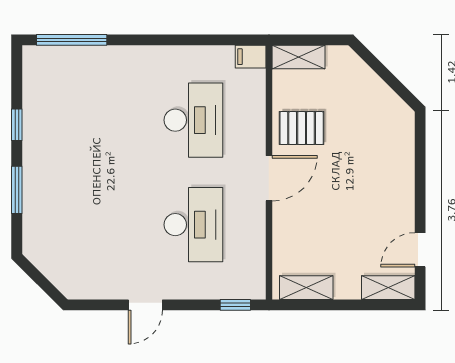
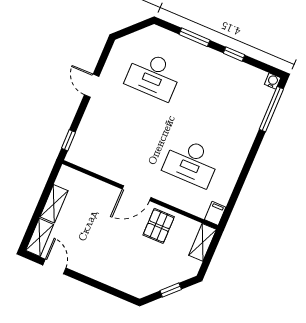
water cooler: (32, 55) -> (273, 81), added
window: (384, 73) -> (171, 290), added
door: (269, 178) -> (137, 193), hinge flipped
desk: (193, 225) -> (153, 75), moved
shelving: (306, 288) -> (54, 204), moved

